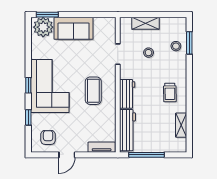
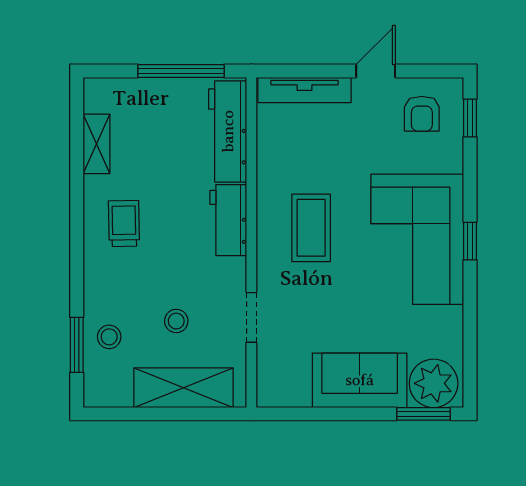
shelving: (146, 23) -> (184, 388), width x1.50, depth x1.33
window: (28, 117) -> (470, 118), moved
tv unit: (102, 147) -> (304, 90), width x1.41

